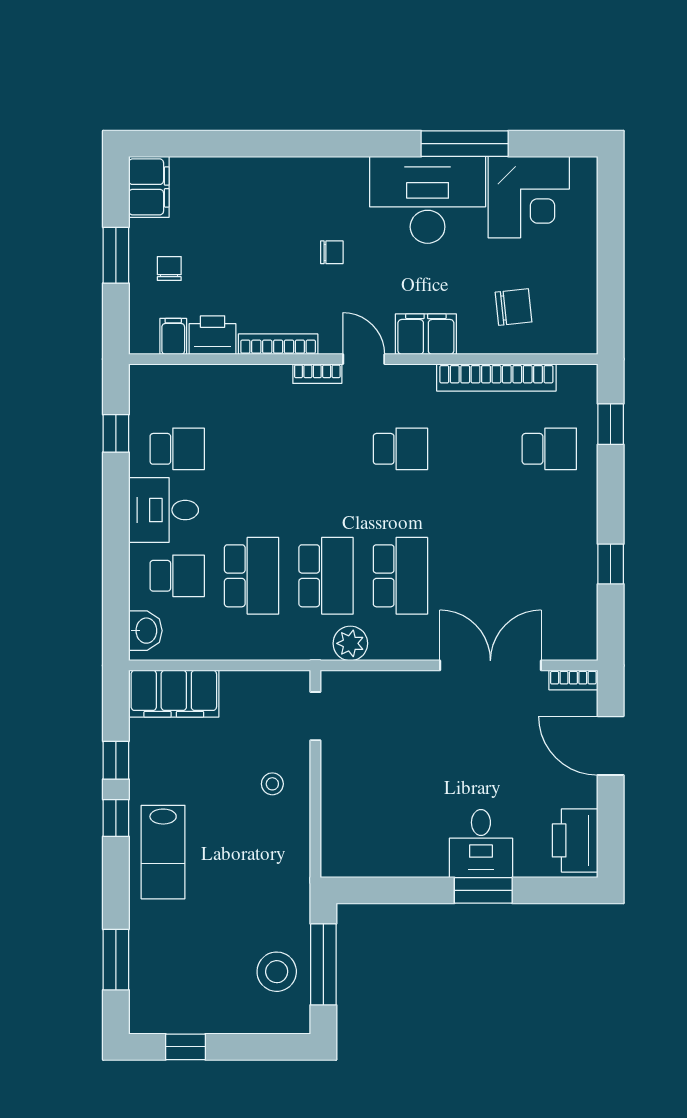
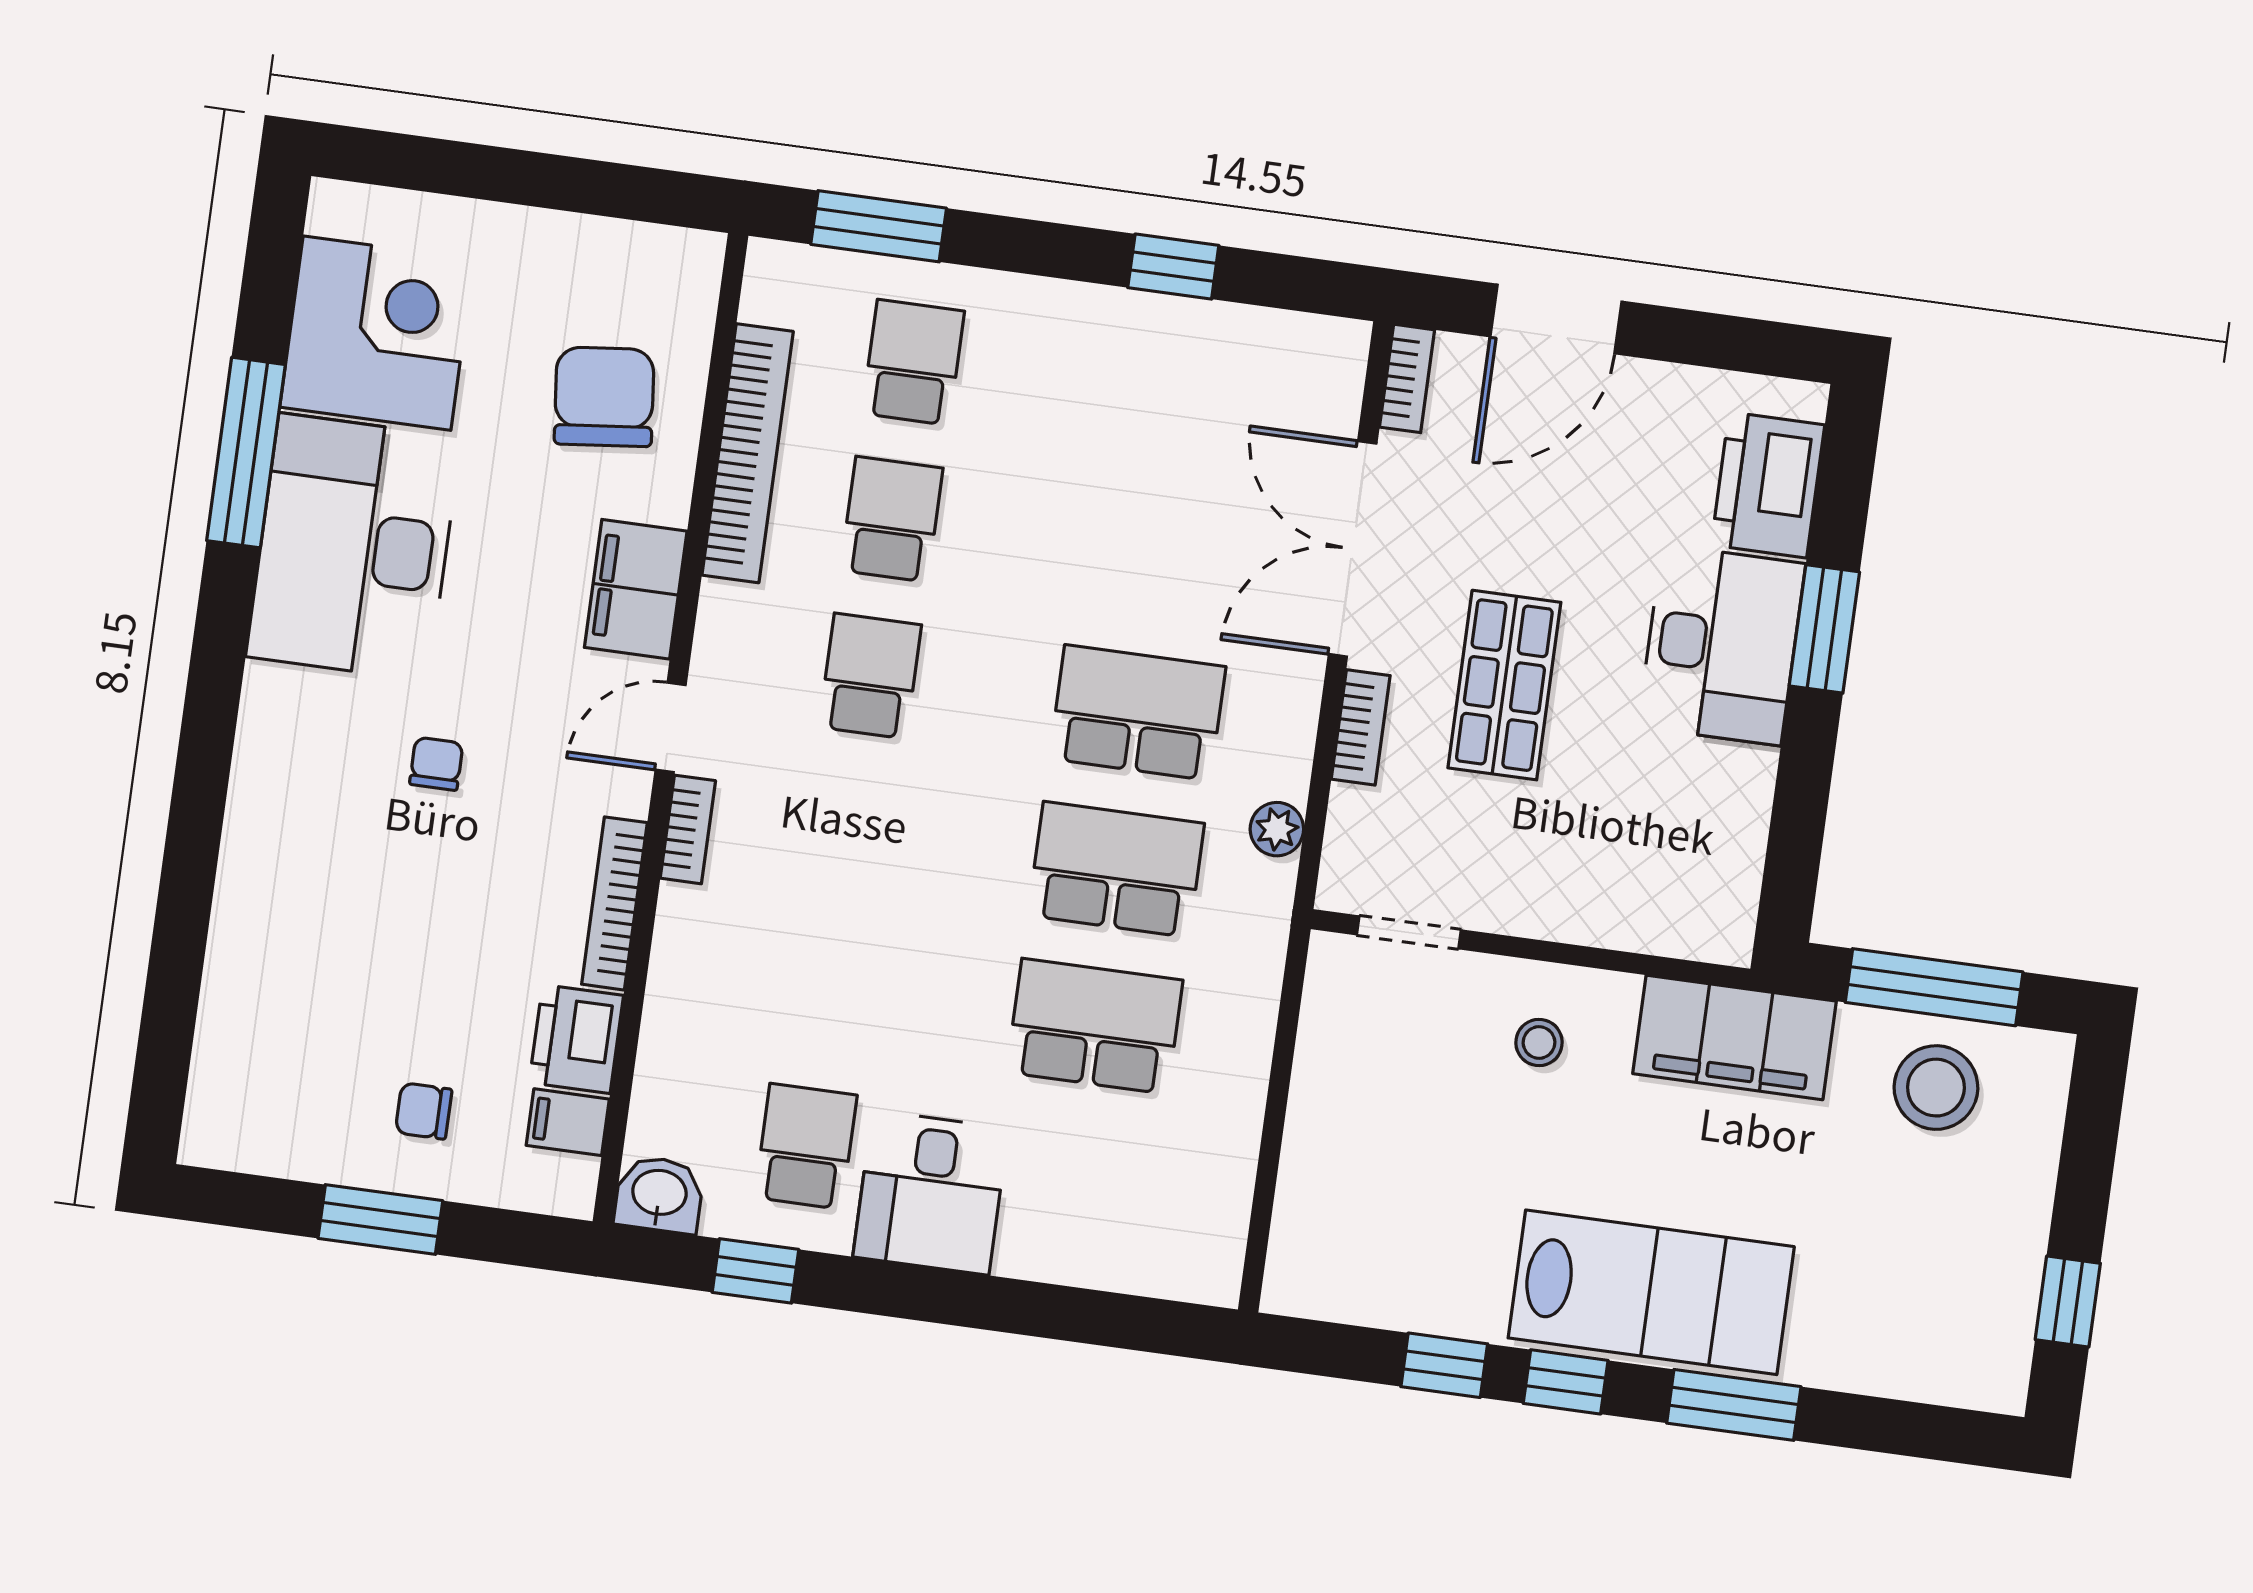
filing cabinet: (149, 187) -> (246, 1130), removed
chair: (514, 307) -> (604, 397), width x1.37, depth x1.37
window: (611, 424) -> (879, 226), width x1.50
school desk: (177, 576) -> (892, 519), moved
washbasin: (145, 631) -> (659, 1195), moved
plant: (350, 643) -> (1277, 829), width x0.73, depth x0.73
bookcase: (408, 681) -> (1361, 727), added
filing cabinet: (174, 694) -> (1735, 1037), moved, turned 90
shop shelf: (437, 745) -> (1504, 685), added
printer: (575, 840) -> (1768, 485), moved, turned 90
desk: (481, 844) -> (1722, 645), width x1.37
lab bench: (163, 852) -> (1651, 1292), width x1.36, depth x1.39
window: (116, 960) -> (1734, 1405), moved

